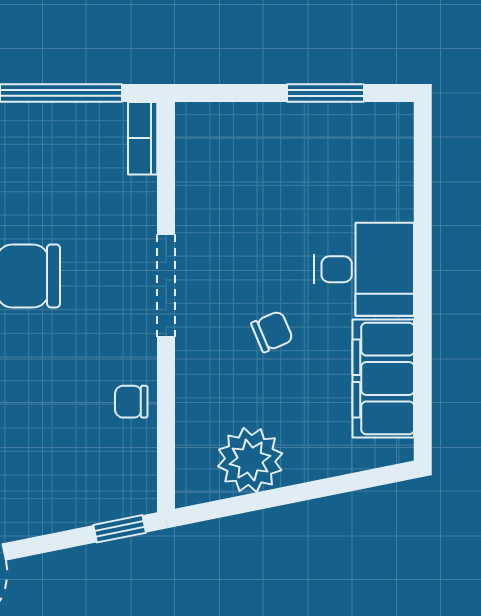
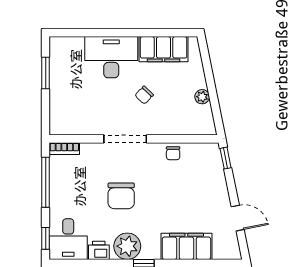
desk: (364, 269) -> (111, 57), width x1.37
chair: (272, 332) -> (144, 95), turned -113
plant: (250, 460) -> (202, 97), width x0.53, depth x0.53

